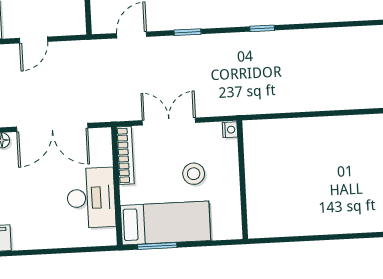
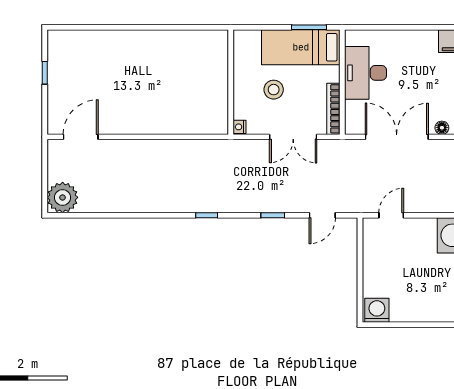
door: (34, 40) -> (391, 215), moved

